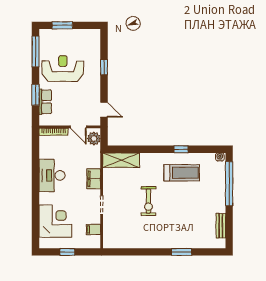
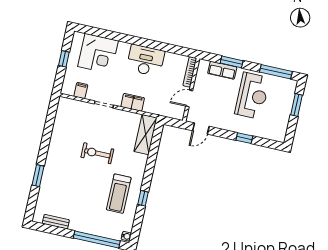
plant: (94, 138) -> (174, 112), removed

